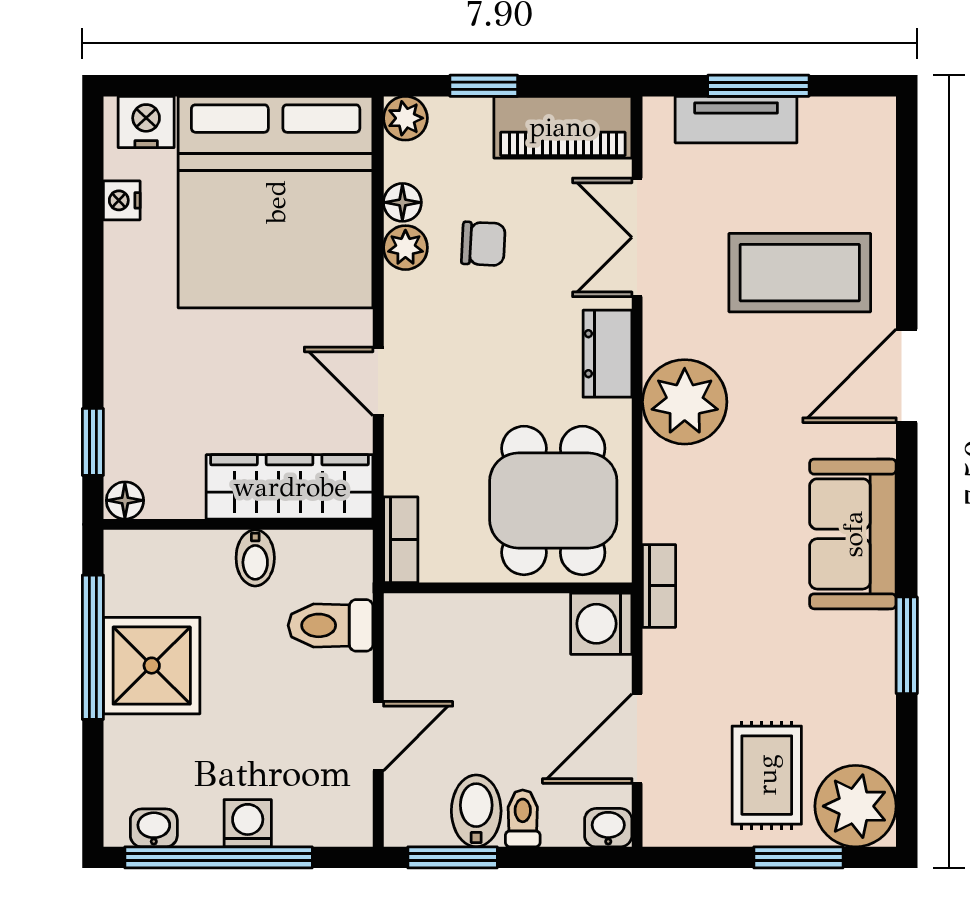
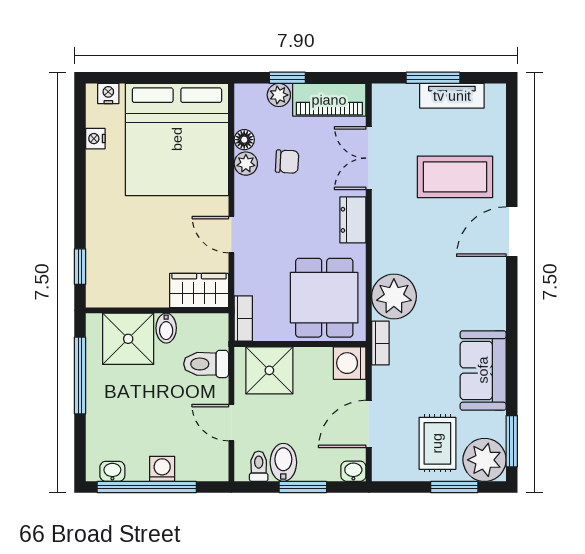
plant: (405, 118) -> (279, 95), moved
tv unit: (736, 120) -> (452, 96), moved
nightstand: (146, 122) -> (108, 93), width x0.72, depth x0.74
plant: (685, 402) -> (394, 296), moved
wardrobe: (290, 487) -> (199, 291), width x0.67
floor lamp: (125, 500) -> (97, 298), removed
sofa: (853, 534) -> (483, 370), moved
shower: (450, 638) -> (269, 370), added
window: (907, 645) -> (512, 441), moved
shower: (152, 666) -> (128, 339), moved
door: (378, 736) -> (231, 423), swing flipped
toilet: (523, 818) -> (259, 466), moved
window: (453, 857) -> (303, 487), moved

